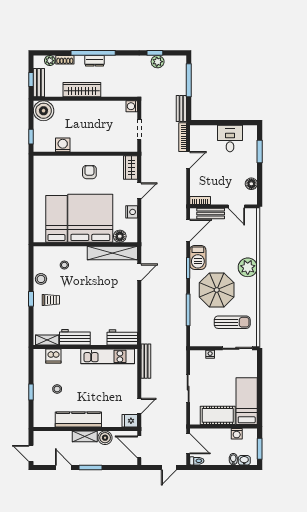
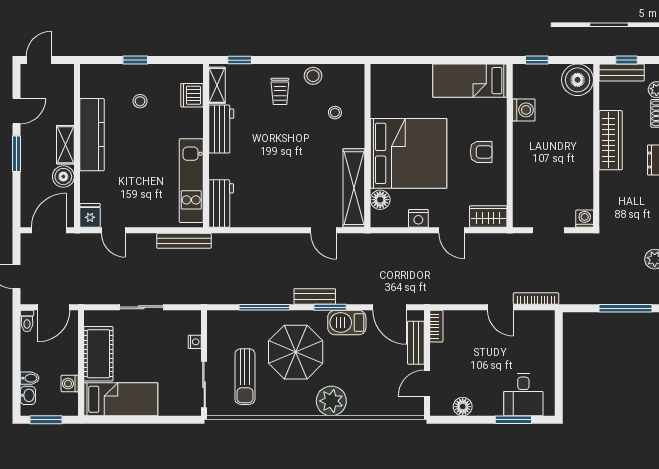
bench: (181, 109) -> (315, 296), moved
desk: (230, 139) -> (523, 395), moved, turned 90
bed: (56, 219) -> (470, 81), moved, turned 180
window: (31, 299) -> (240, 60), moved

